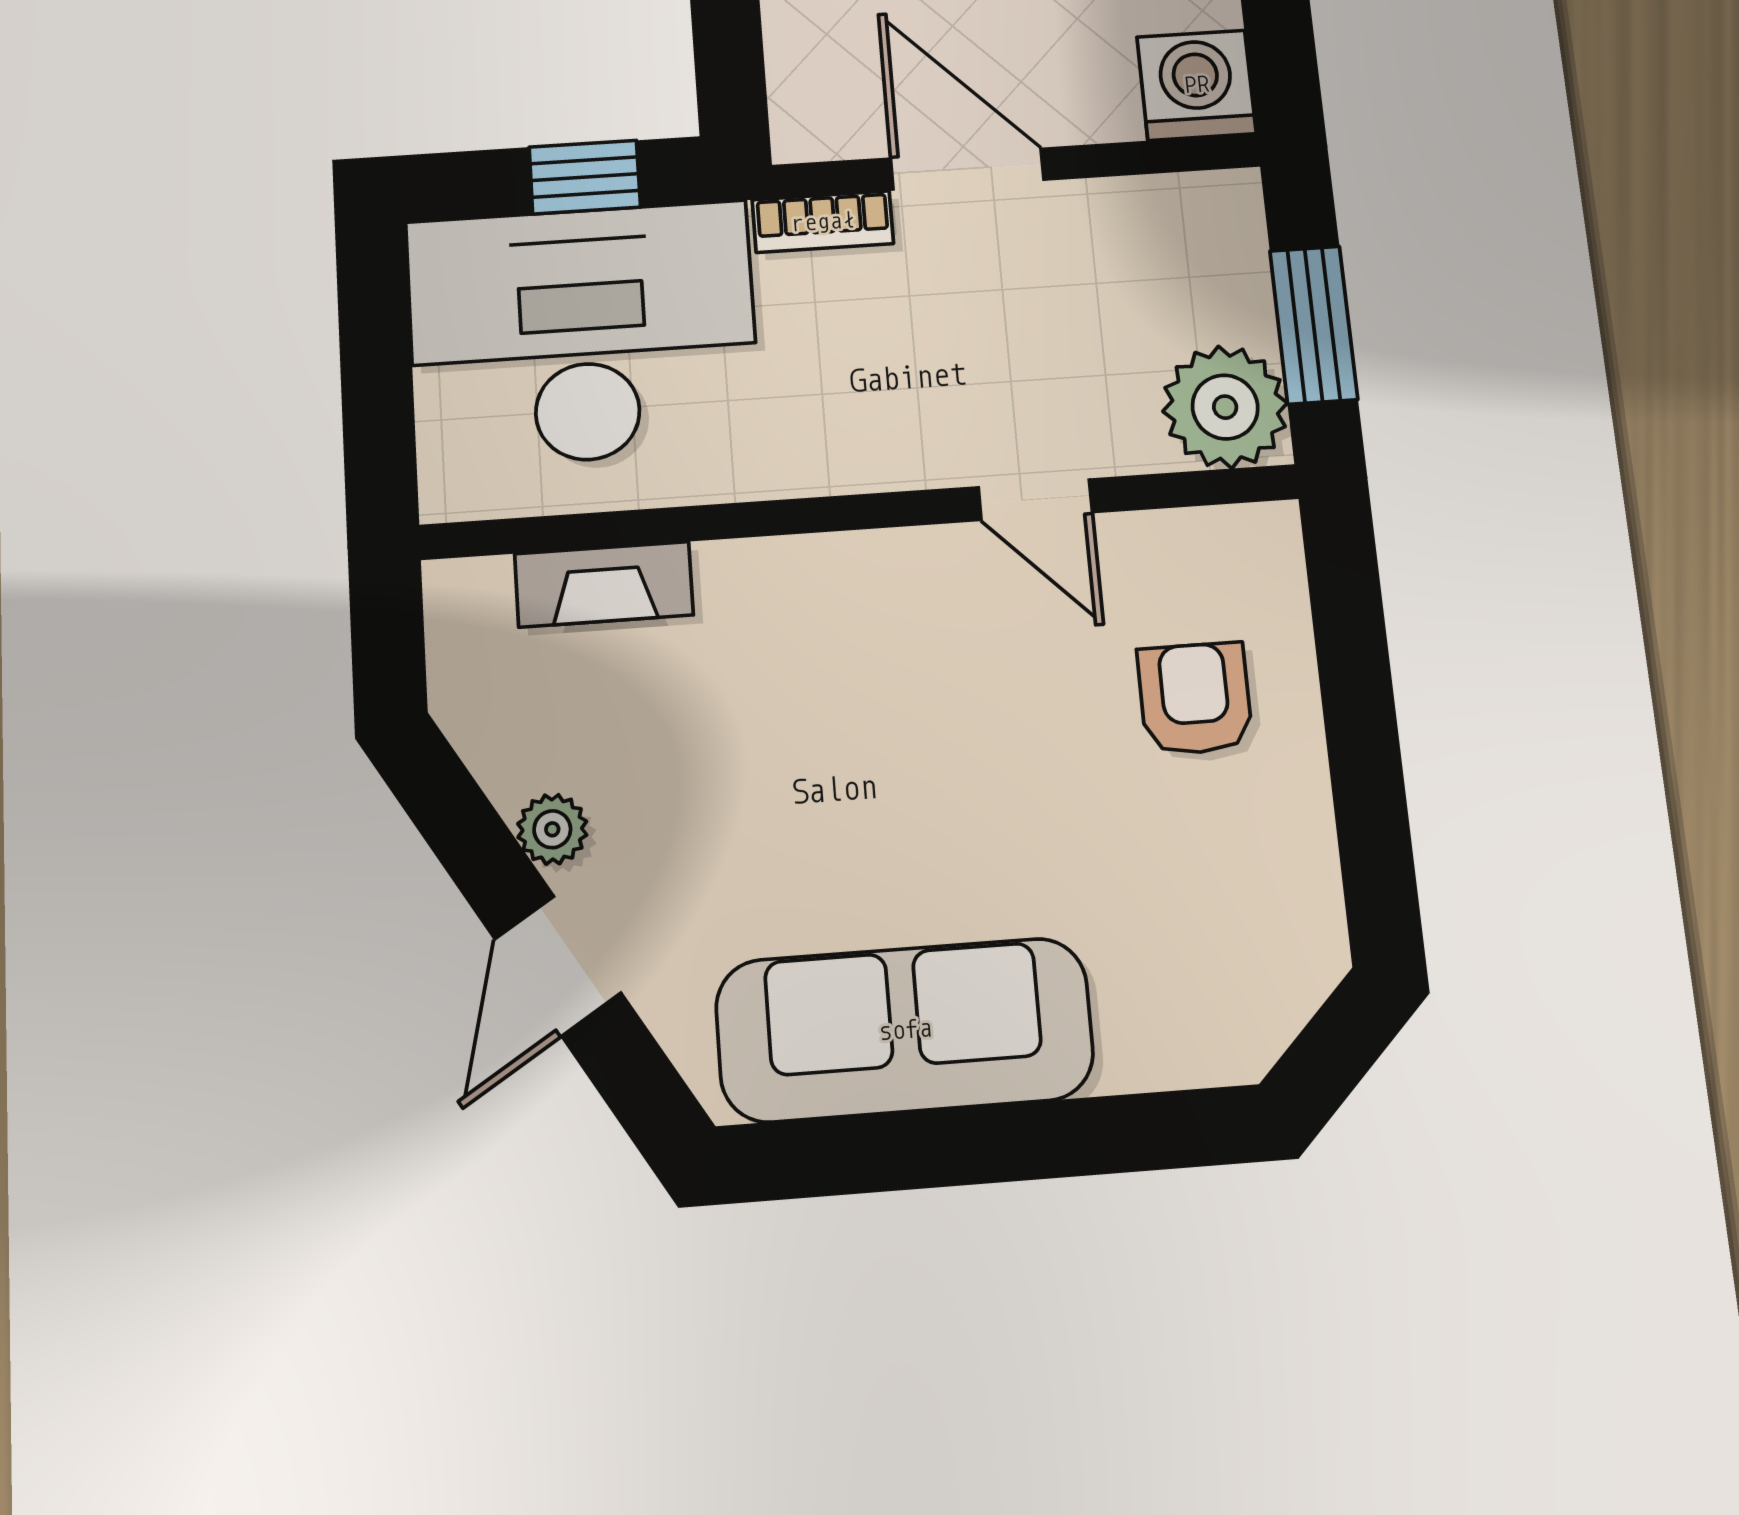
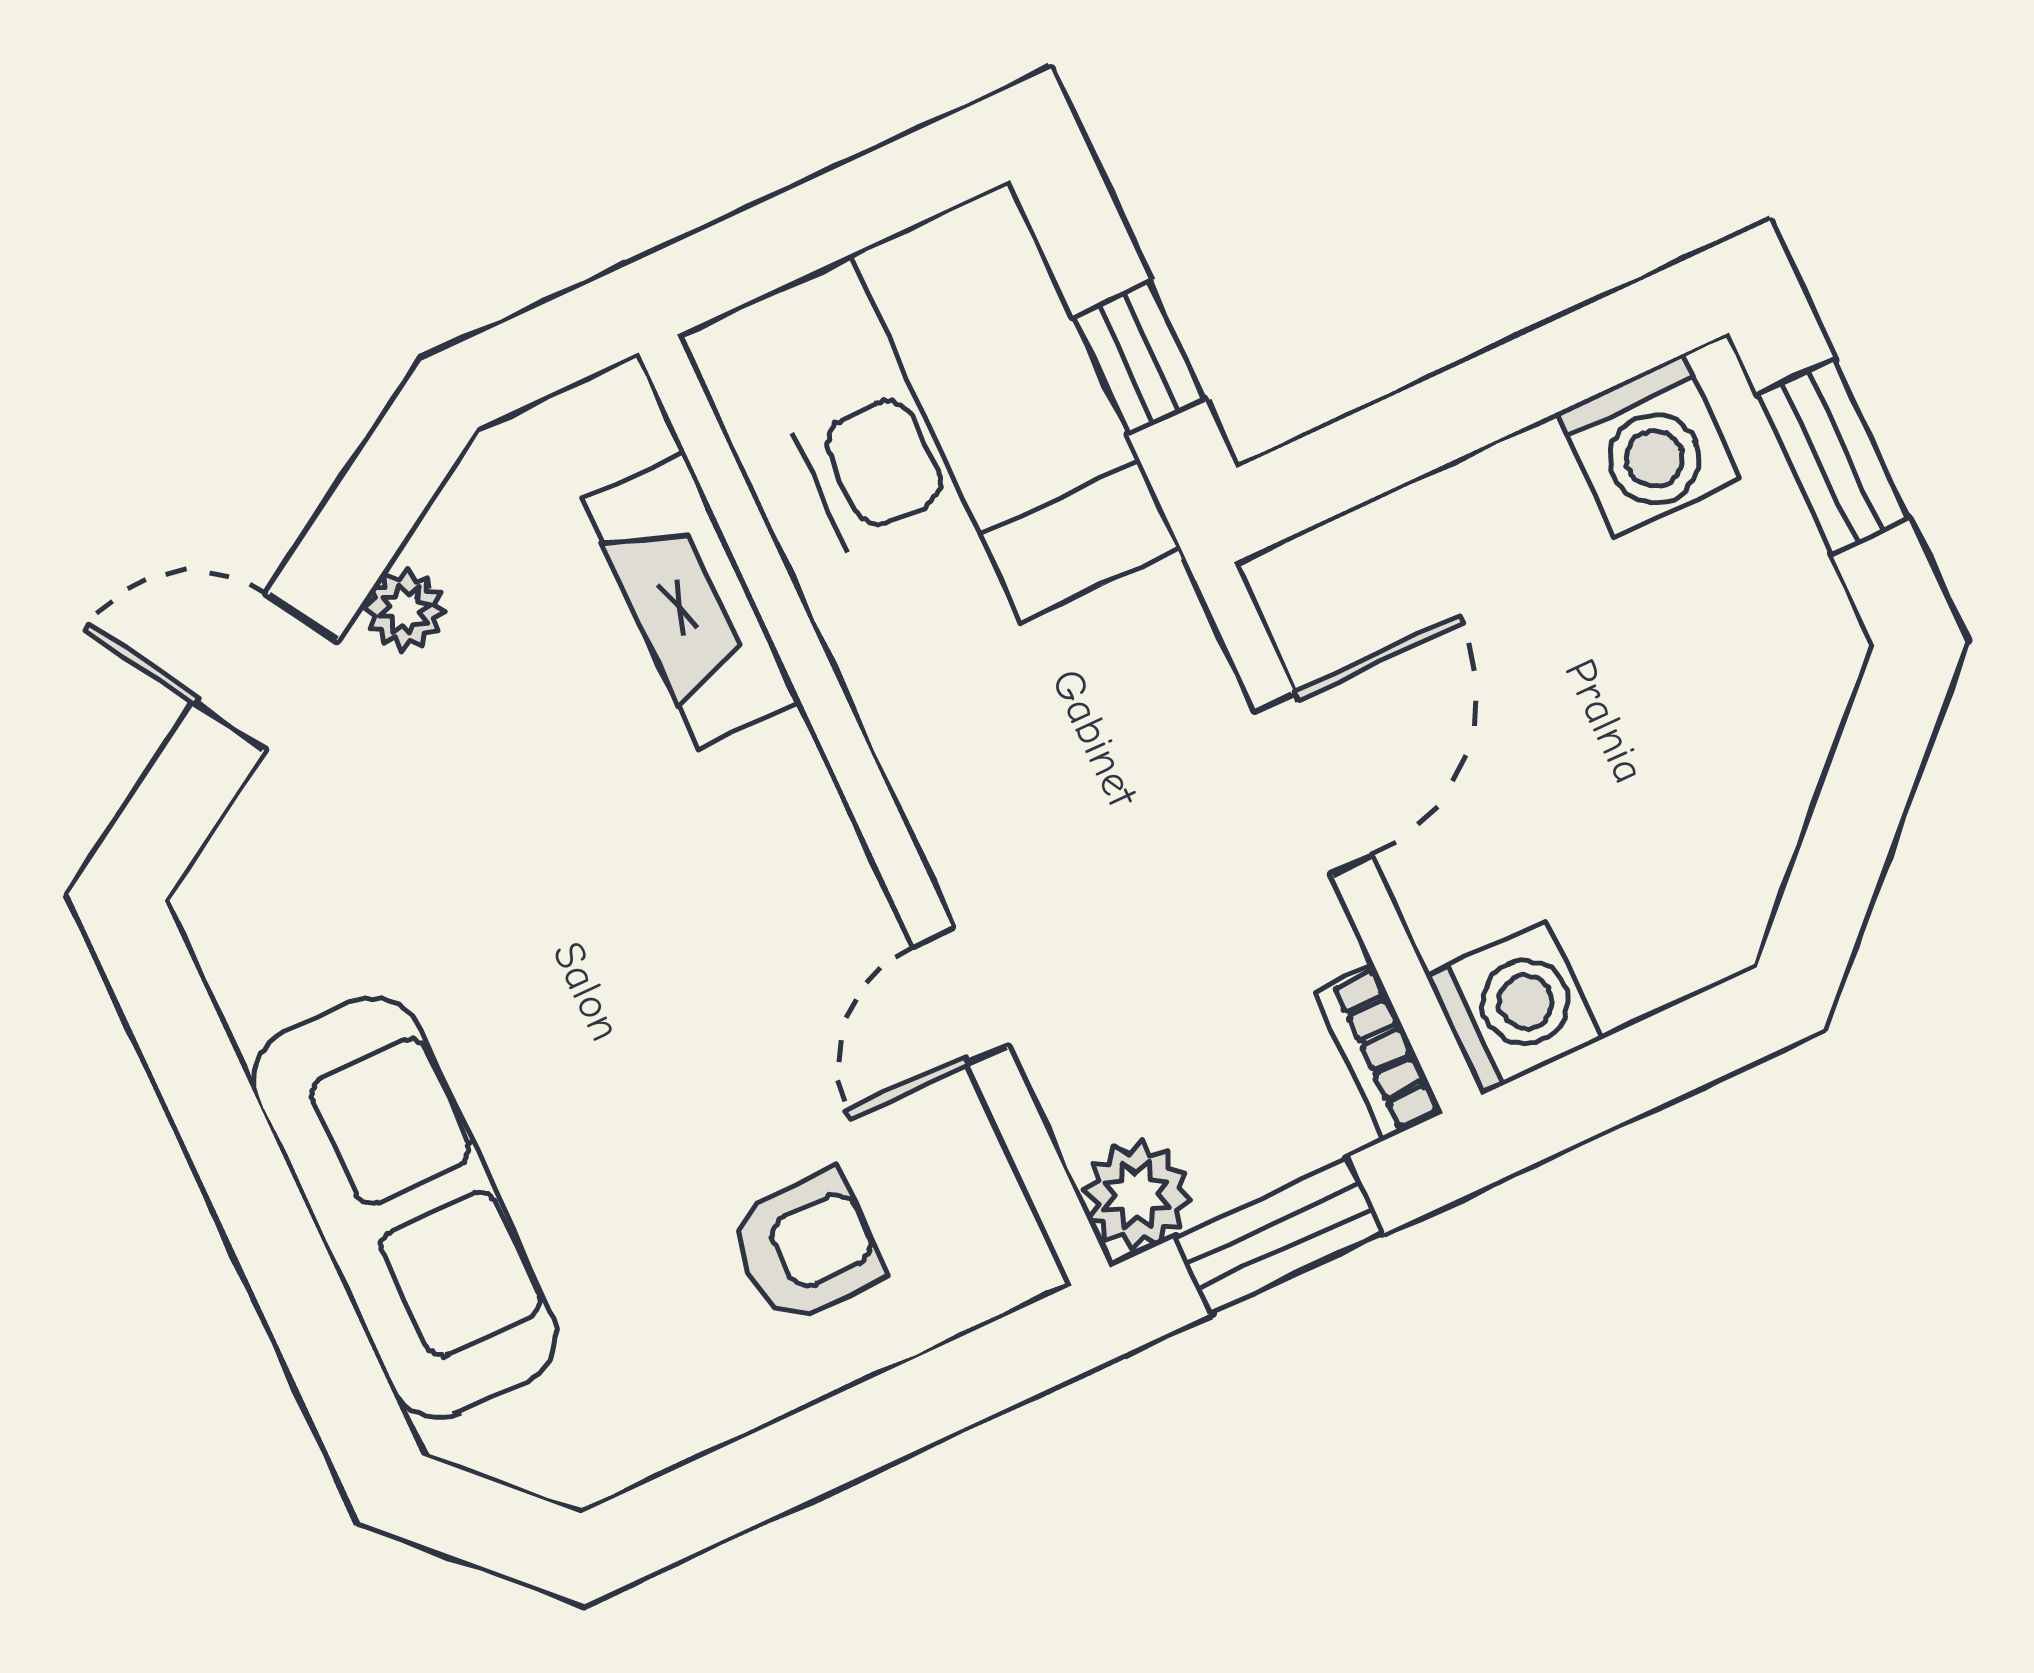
bookcase: (823, 222) -> (1379, 1052), moved
plant: (1225, 407) -> (1136, 1195), width x0.73, depth x0.73
fireplace: (604, 584) -> (691, 601), width x1.37, depth x1.32
sofa: (905, 1030) -> (405, 1207), moved

